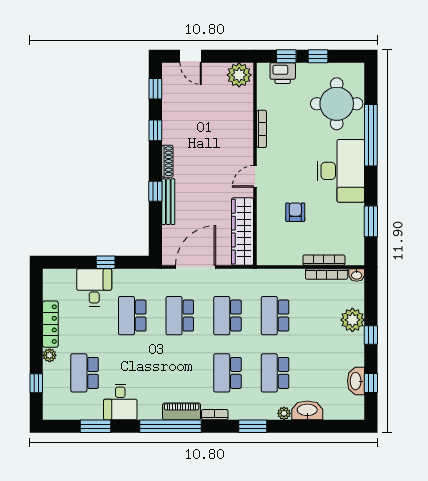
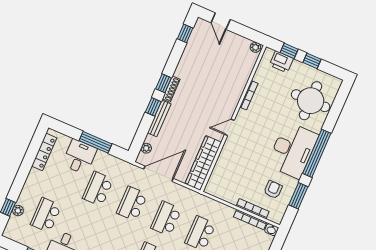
plant: (239, 75) -> (255, 47), width x0.53, depth x0.53
window: (155, 130) -> (164, 83), moved
window: (371, 135) -> (317, 153), moved
armchair: (295, 212) -> (273, 190), moved
plant: (168, 243) -> (146, 148), added
window: (106, 262) -> (95, 142), width x2.17
locker: (50, 324) -> (44, 152), moved
plant: (50, 355) -> (18, 211), moved

